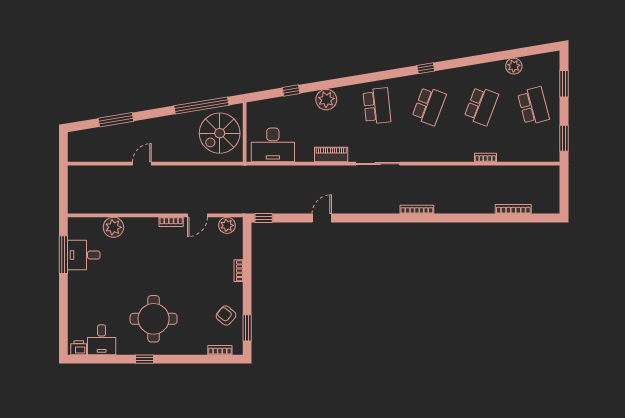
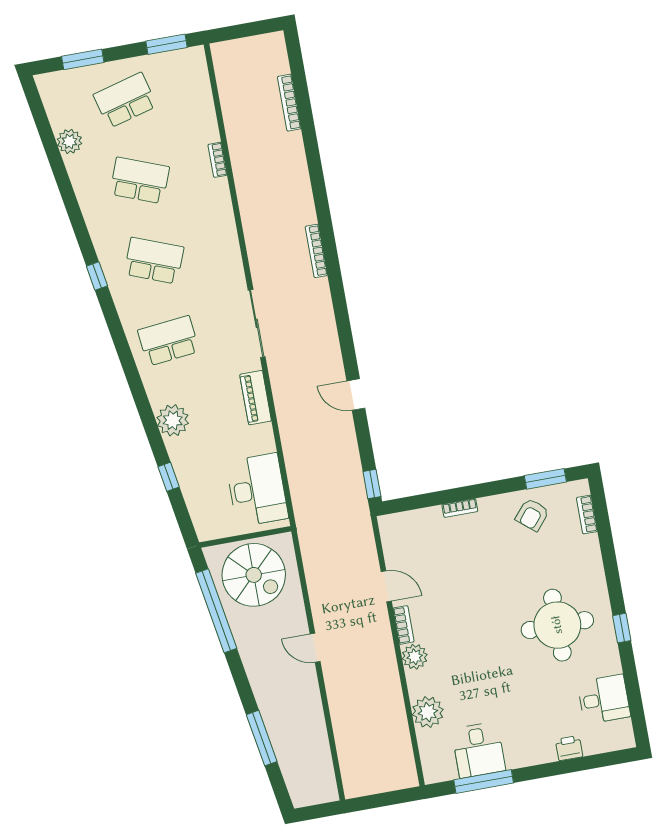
door: (142, 164) -> (315, 648), moved
plant: (227, 225) -> (415, 657), moved
printer: (79, 348) -> (569, 748), moved, turned 90

